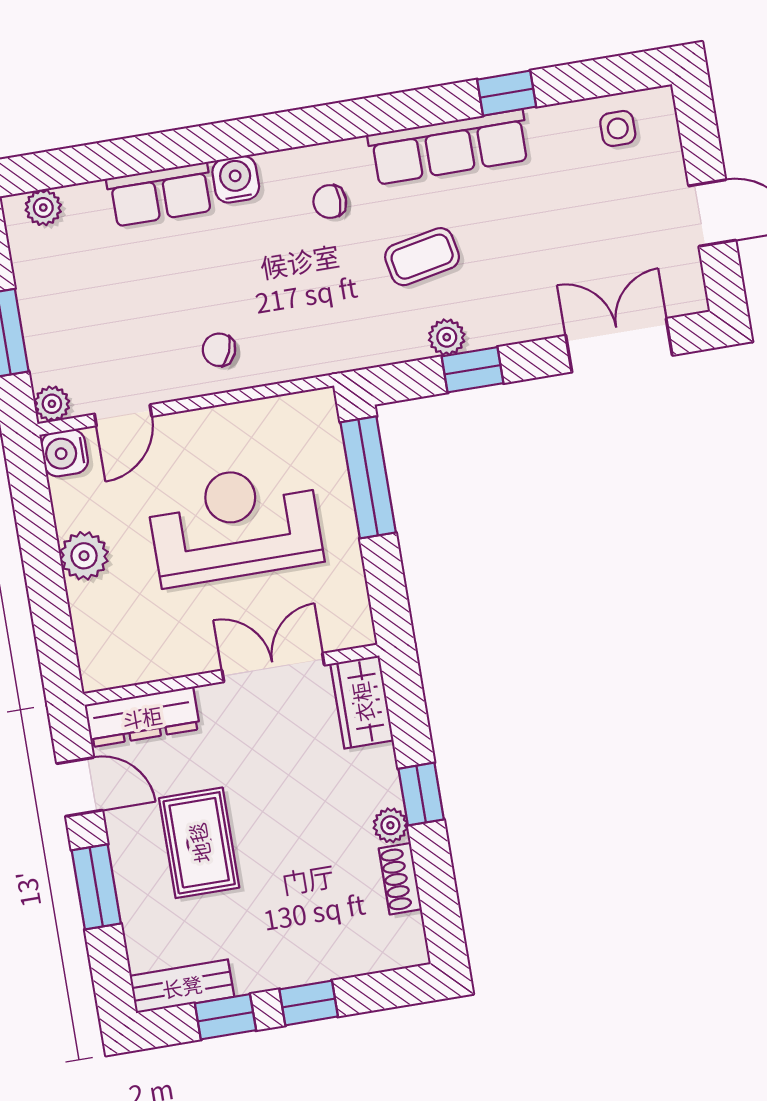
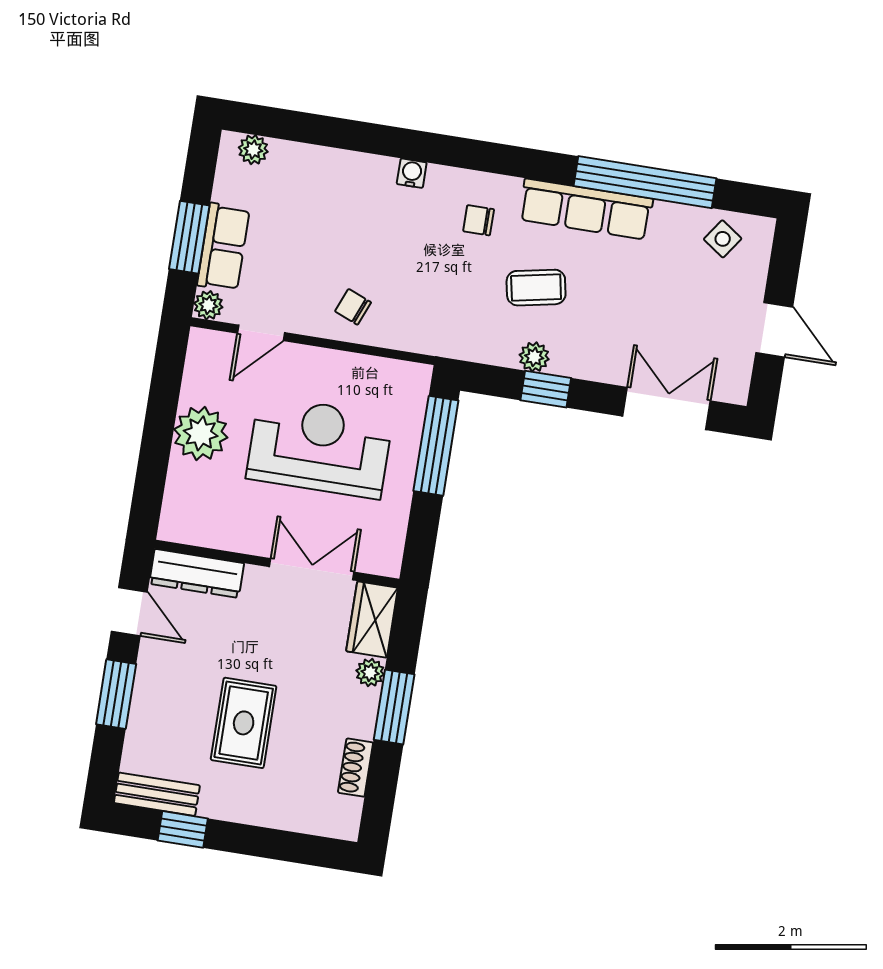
window: (507, 93) -> (645, 182), width x3.17
side table: (618, 128) -> (723, 239), turned 35
water cooler: (236, 179) -> (412, 173), width x0.72, depth x0.72
row of seats: (160, 194) -> (223, 247), moved, turned -90
water cooler: (65, 453) -> (205, 347), removed
plant: (84, 556) -> (201, 433), width x1.36, depth x1.36
window: (421, 794) -> (394, 707), width x1.50
plant: (390, 825) -> (370, 672), moved
rug: (199, 843) -> (244, 723), moved
window: (309, 1003) -> (251, 840), removed

